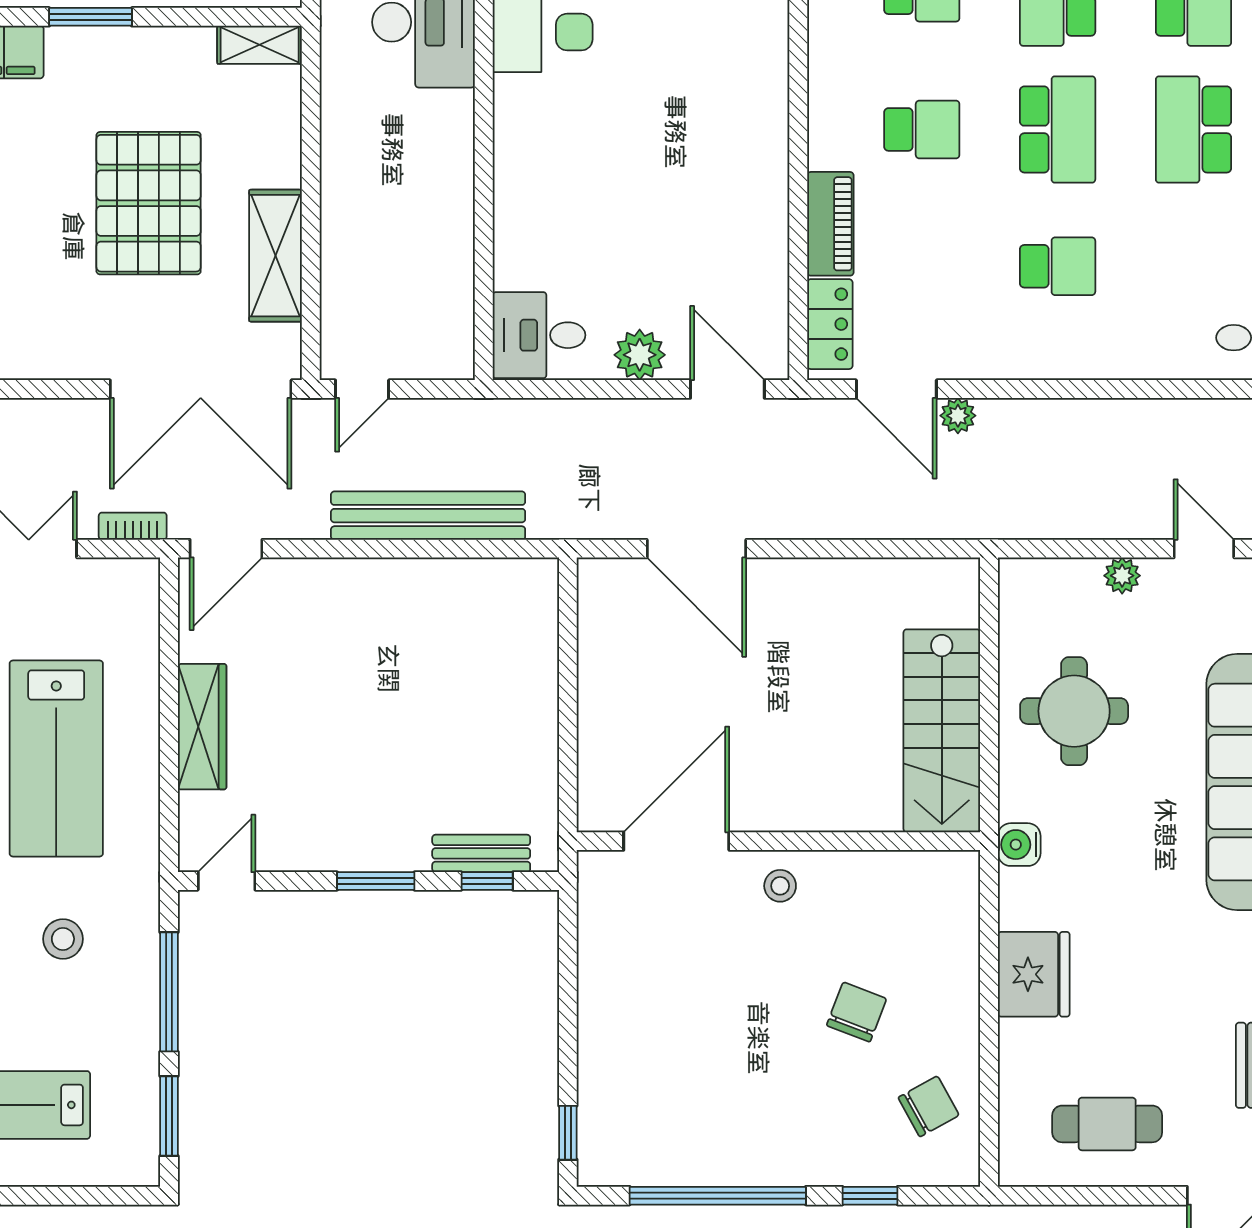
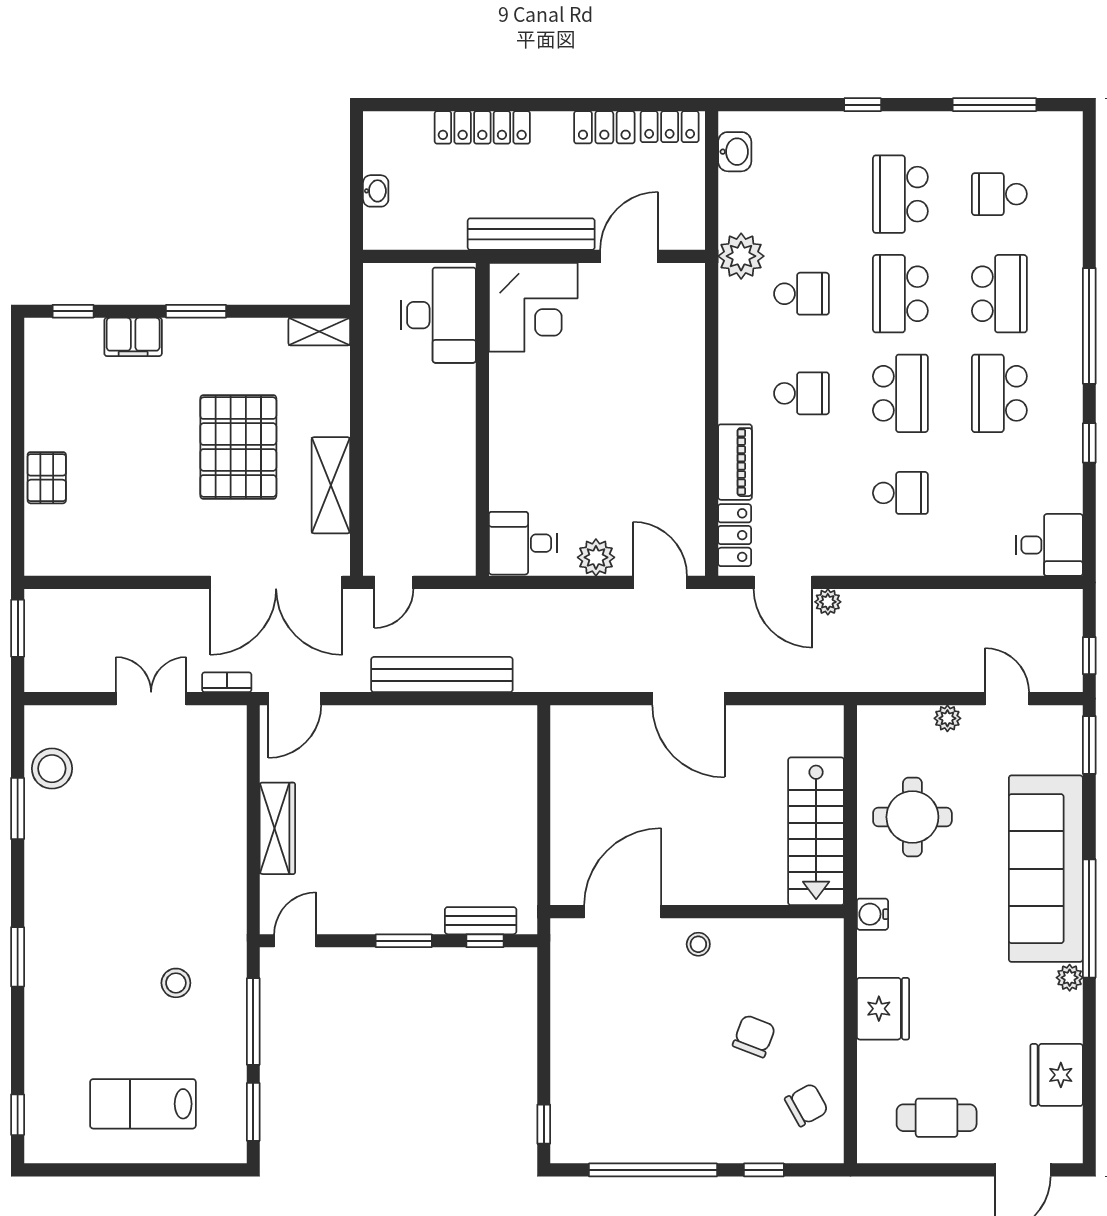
door: (696, 549) -> (688, 699), moved
lab bench: (56, 759) -> (171, 852), removed

